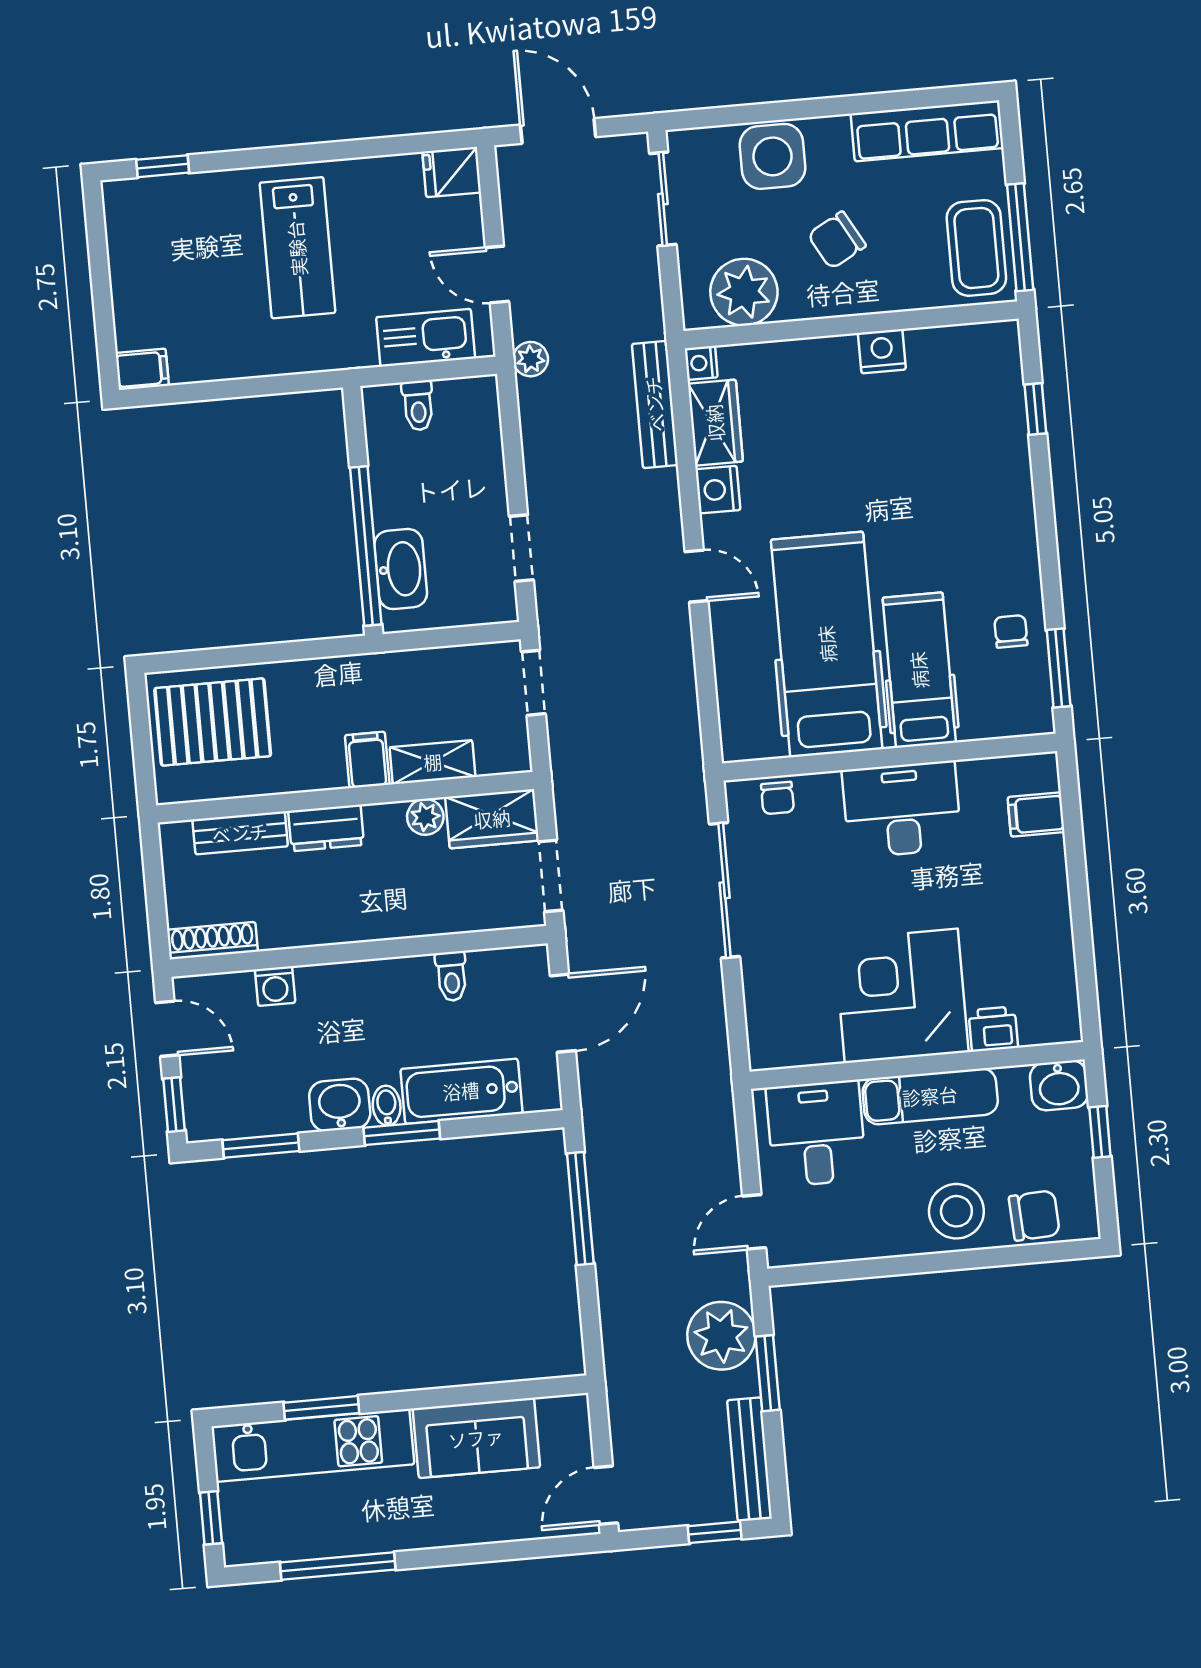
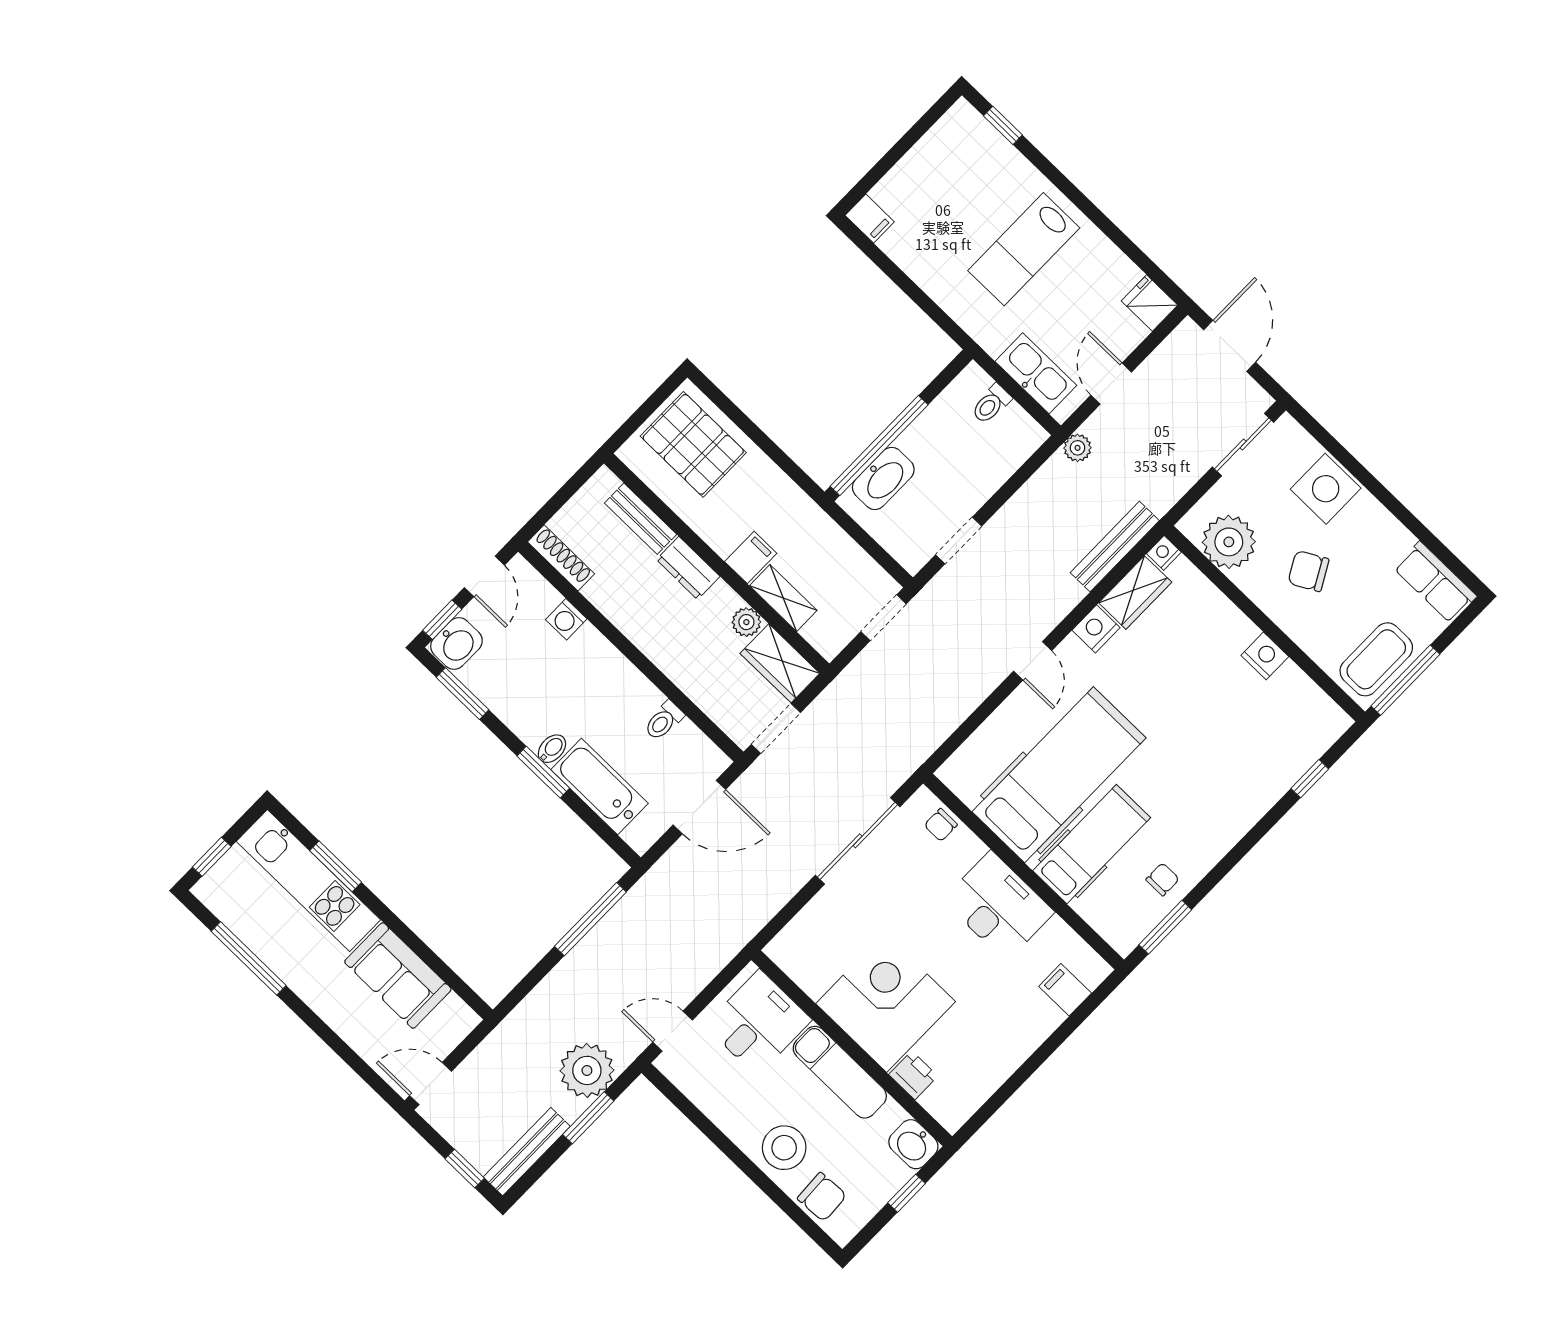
row of seats: (927, 131) -> (1435, 582), width x0.68
washbasin: (340, 1105) -> (456, 644), moved, turned 90

